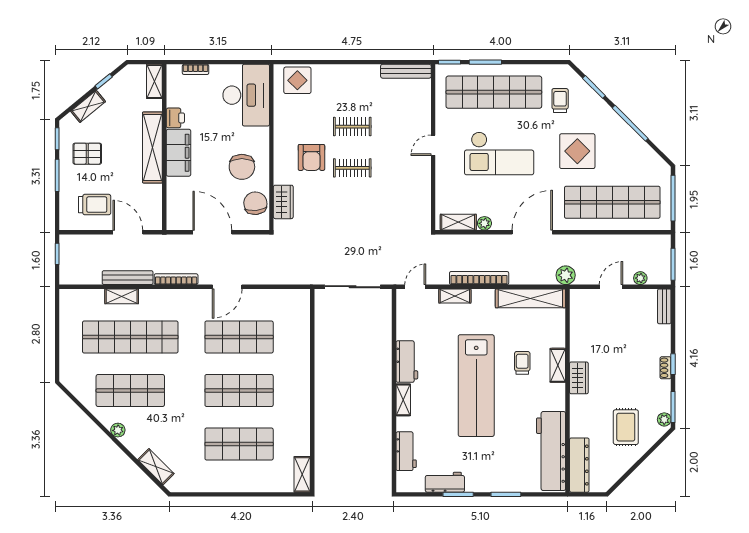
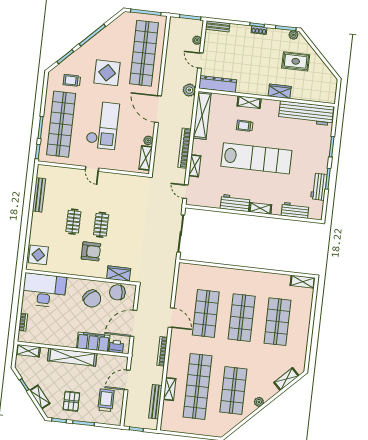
bench: (406, 71) -> (39, 195), moved
printer: (175, 118) -> (116, 347), moved
filing cabinet: (178, 153) -> (93, 342), moved
chair: (242, 167) -> (92, 299), turned 48
bench: (128, 278) -> (155, 402), moved
wardrobe: (579, 378) -> (280, 91), moved
dresser: (579, 465) -> (218, 84), moved

